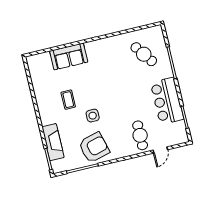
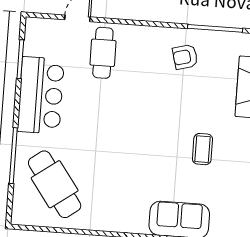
cafe table: (144, 54) -> (55, 184), width x1.37, depth x1.35
side table: (93, 116) -> (171, 110), removed
armchair: (94, 147) -> (185, 57), width x0.53, depth x0.53

